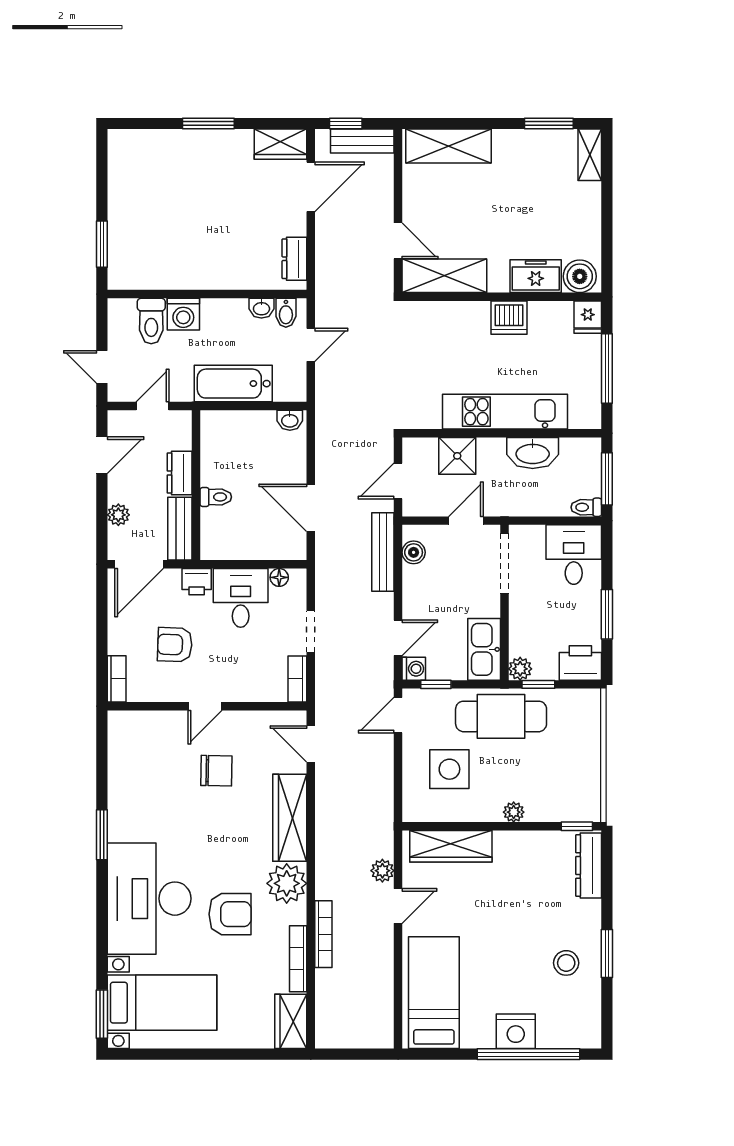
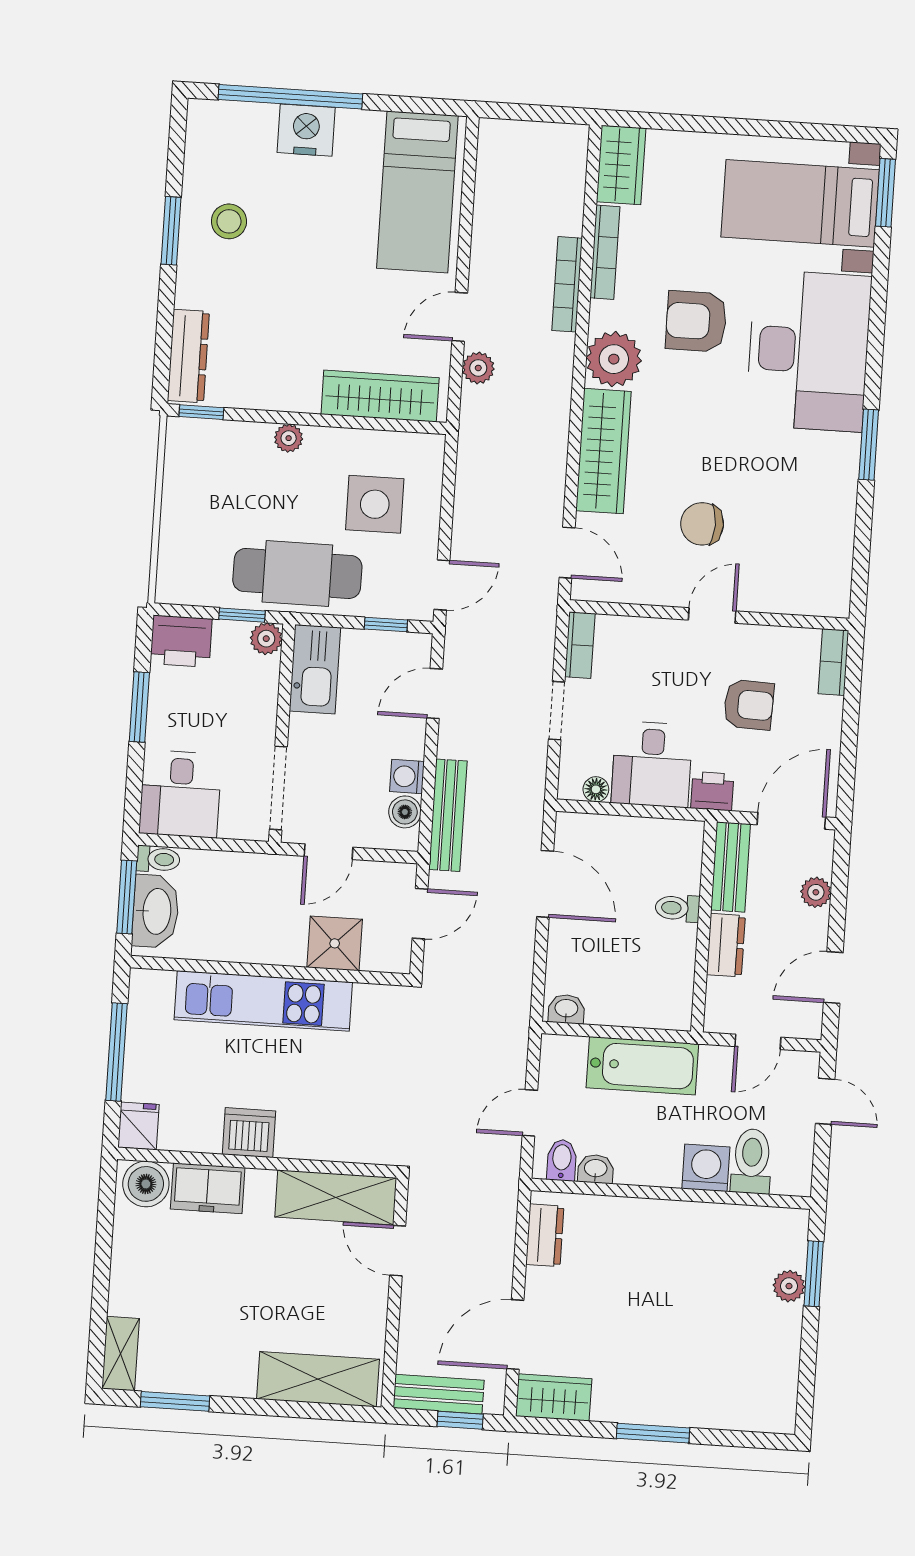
plant: (119, 234) -> (789, 1286), added
washbasin: (533, 453) -> (156, 911), moved, turned 90
washing machine: (414, 669) -> (407, 777), moved

